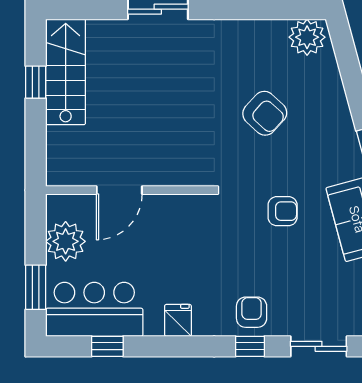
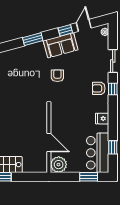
armchair: (265, 113) -> (17, 83), removed
plant: (66, 241) -> (59, 165), moved

